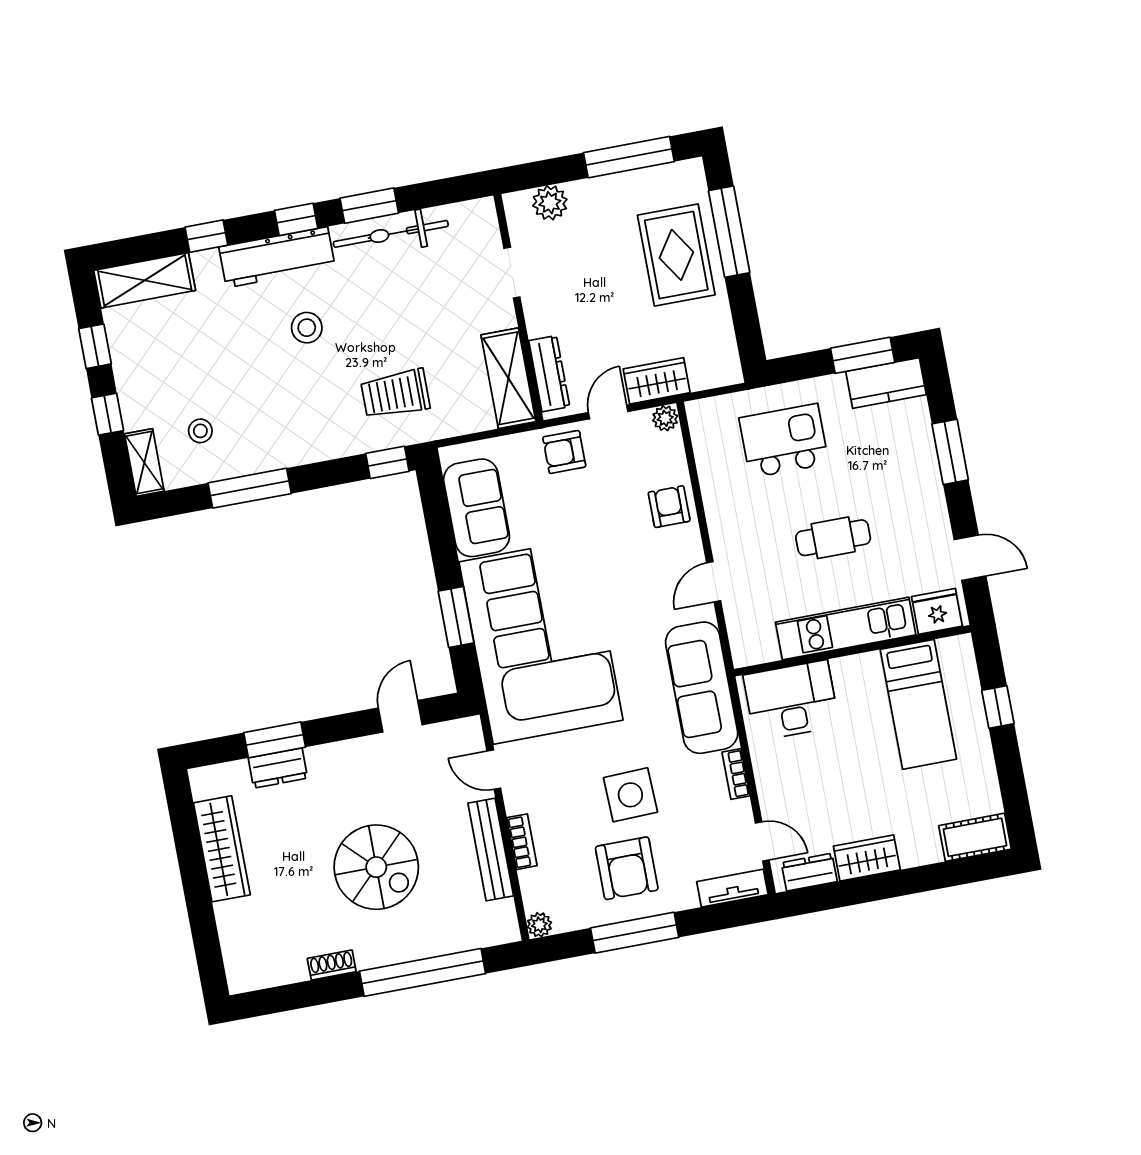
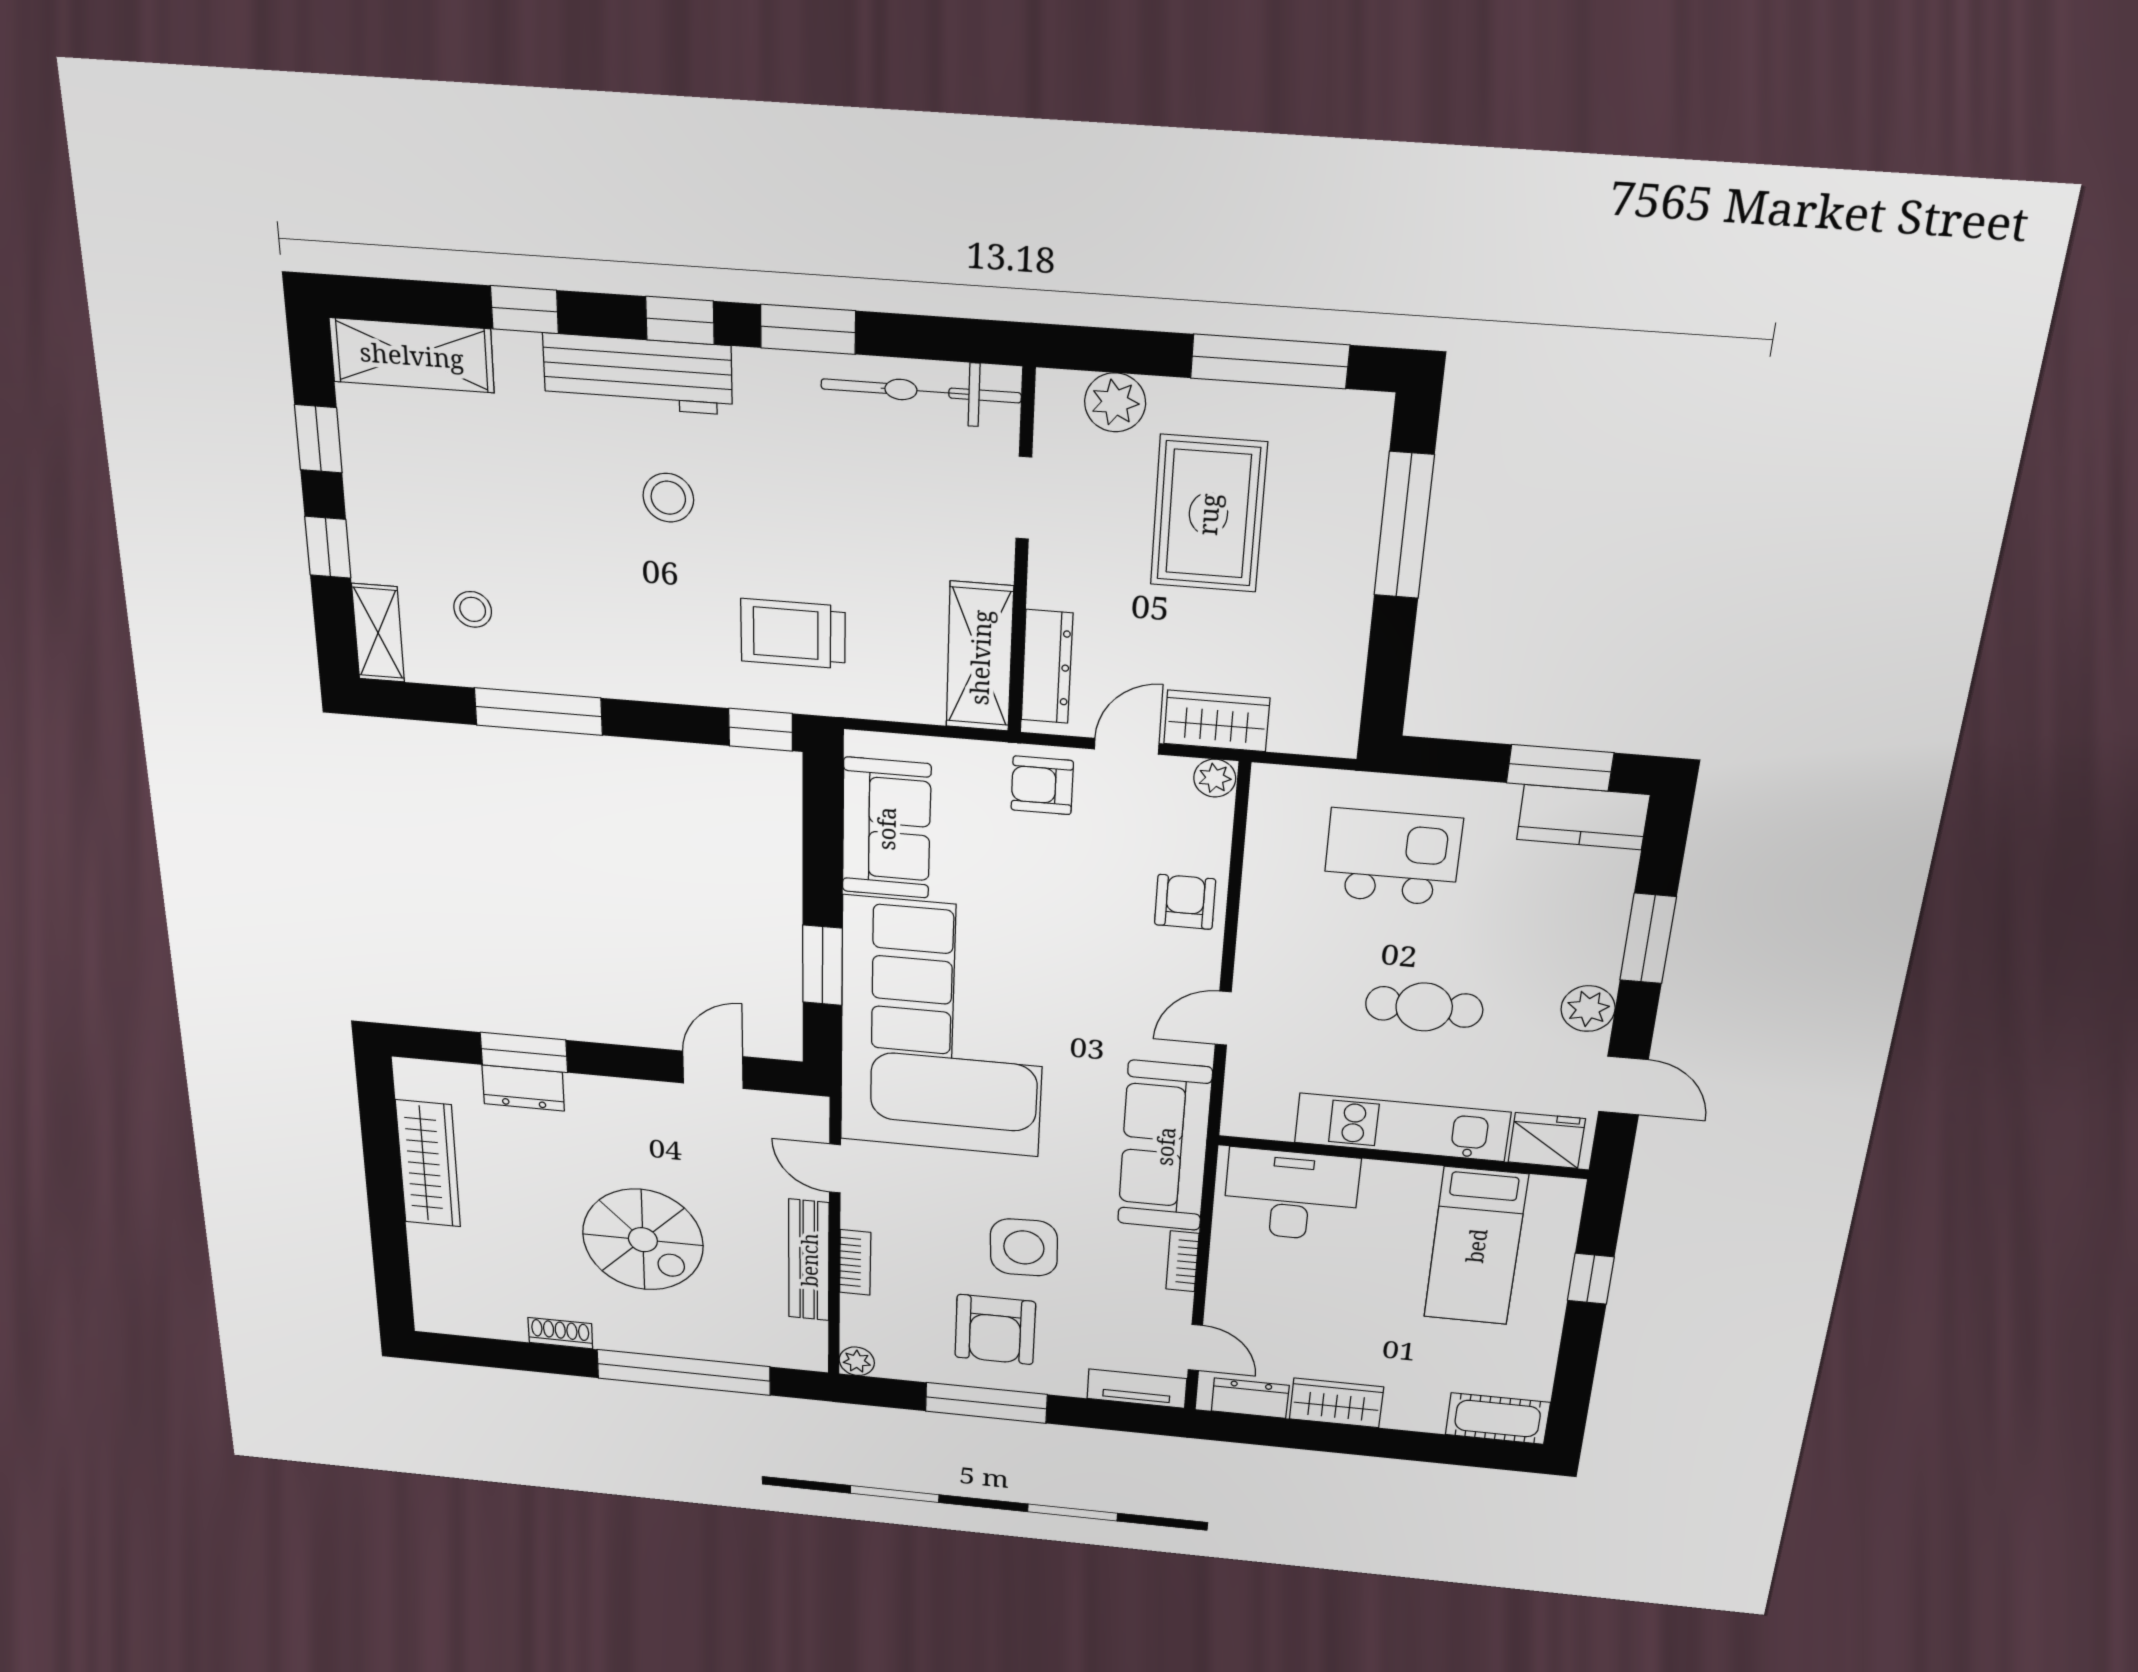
bicycle: (391, 234) -> (921, 391), moved
rug: (676, 255) -> (1208, 514), moved
plant: (931, 510) -> (1588, 1009), added

